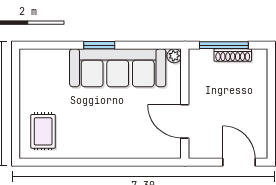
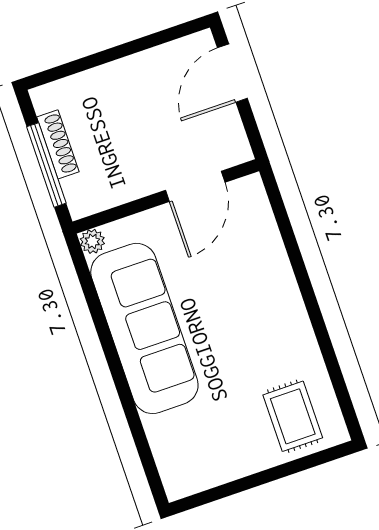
window: (99, 45) -> (117, 372), removed
rug: (43, 131) -> (293, 416), turned 90

